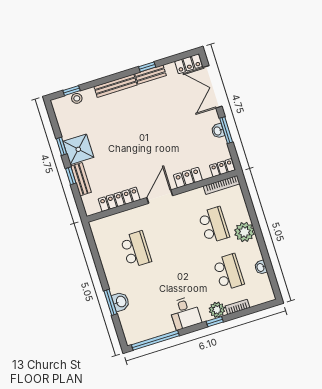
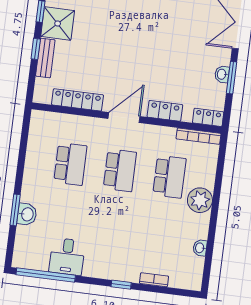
school desk: (229, 272) -> (120, 170), moved
plant: (217, 310) -> (130, 272), removed
desk: (185, 313) -> (67, 257), moved

